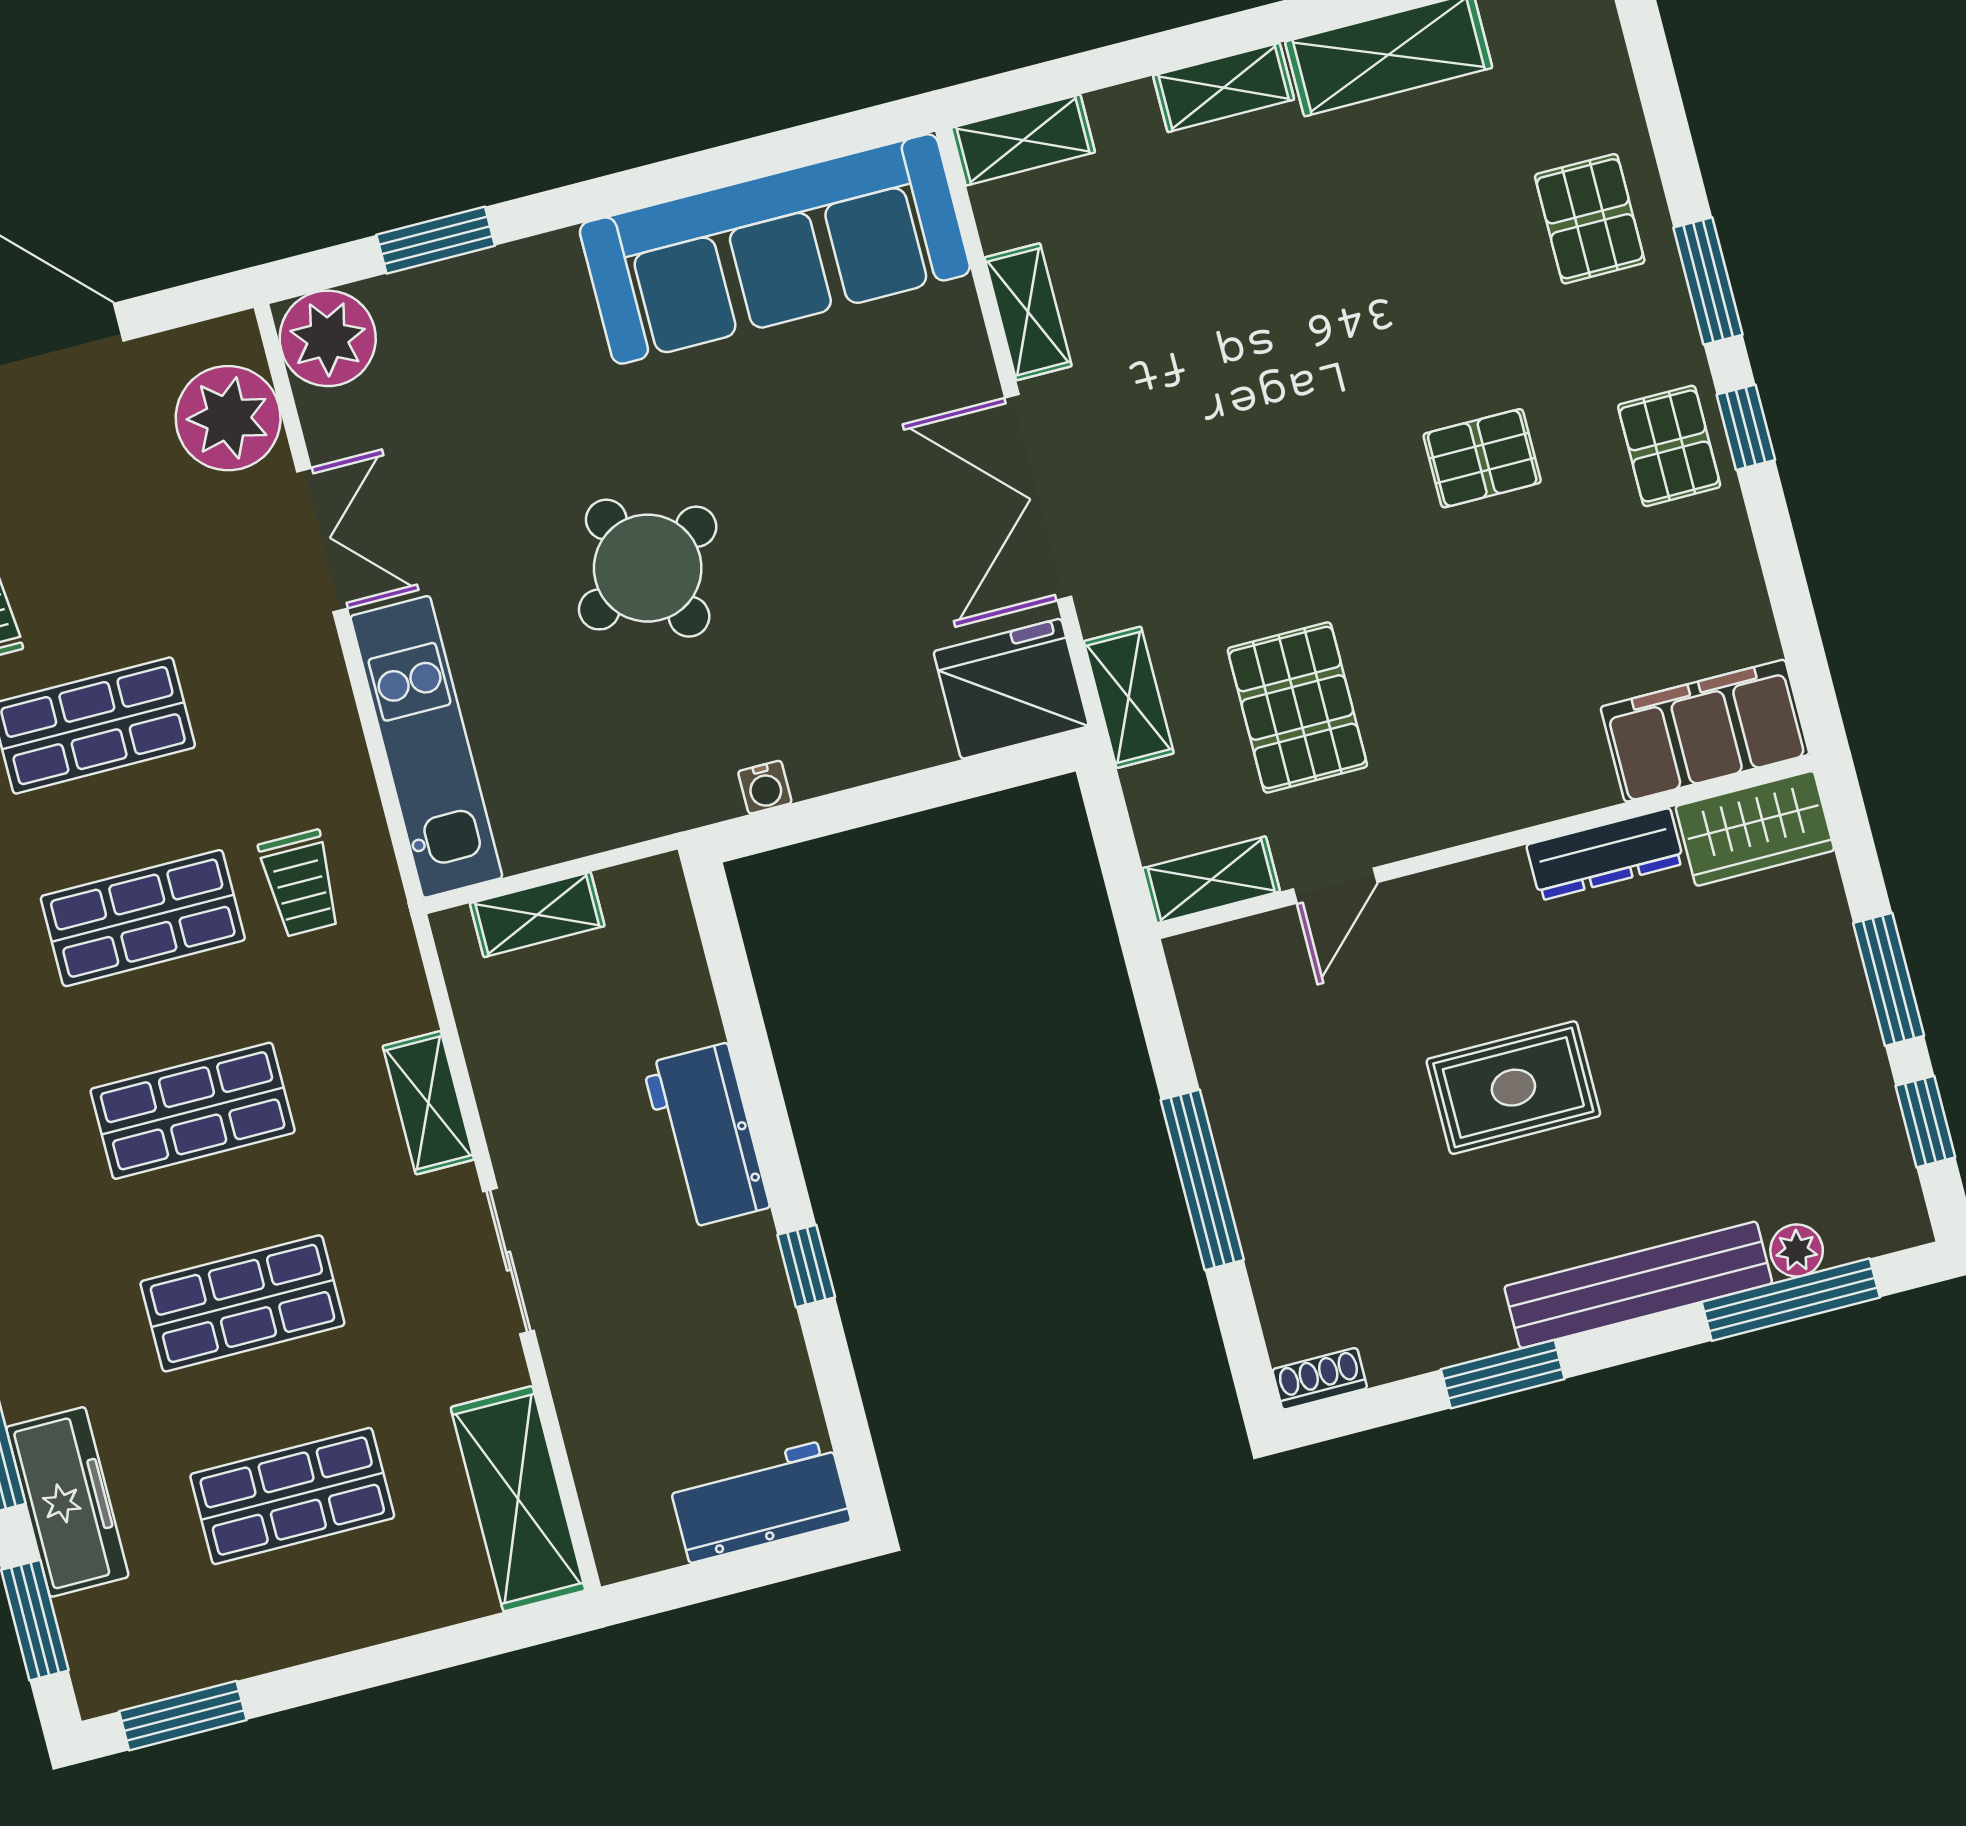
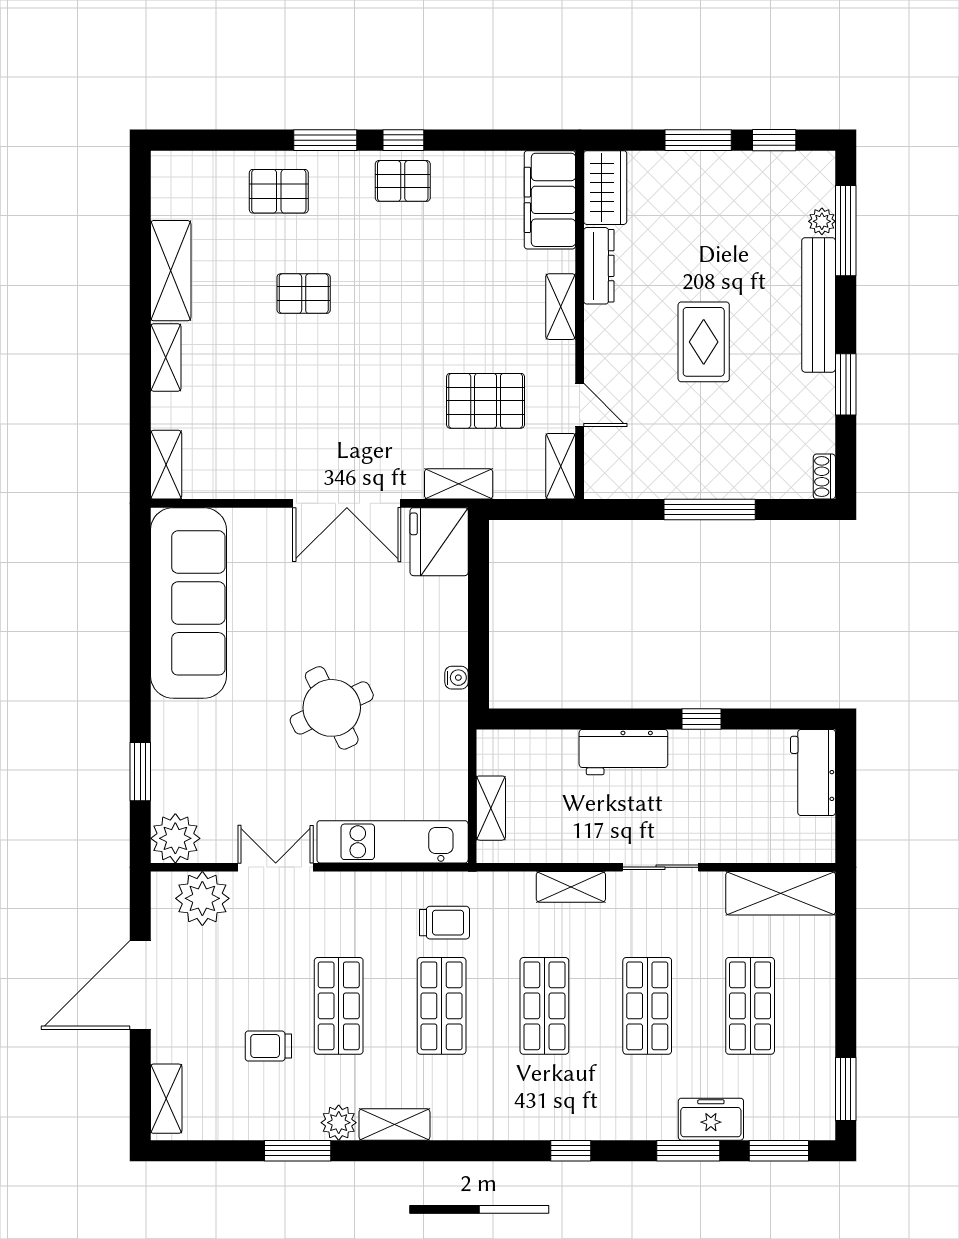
shelving: (1028, 312) -> (561, 307), moved, turned 90
pallet: (1482, 458) -> (304, 294), moved, turned 90
freezer: (67, 1502) -> (711, 1119), width x0.71

